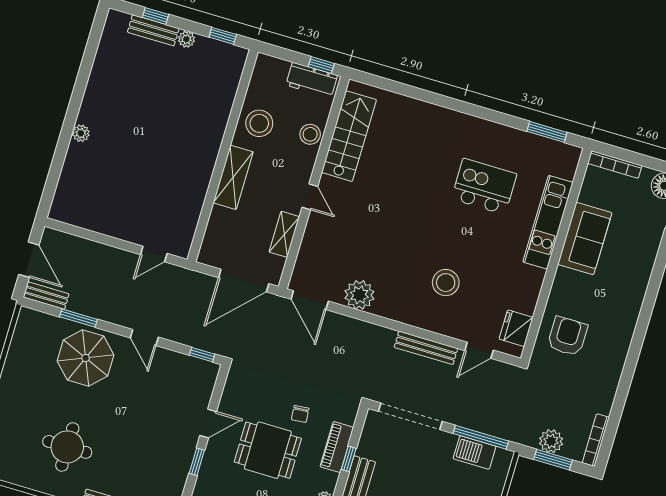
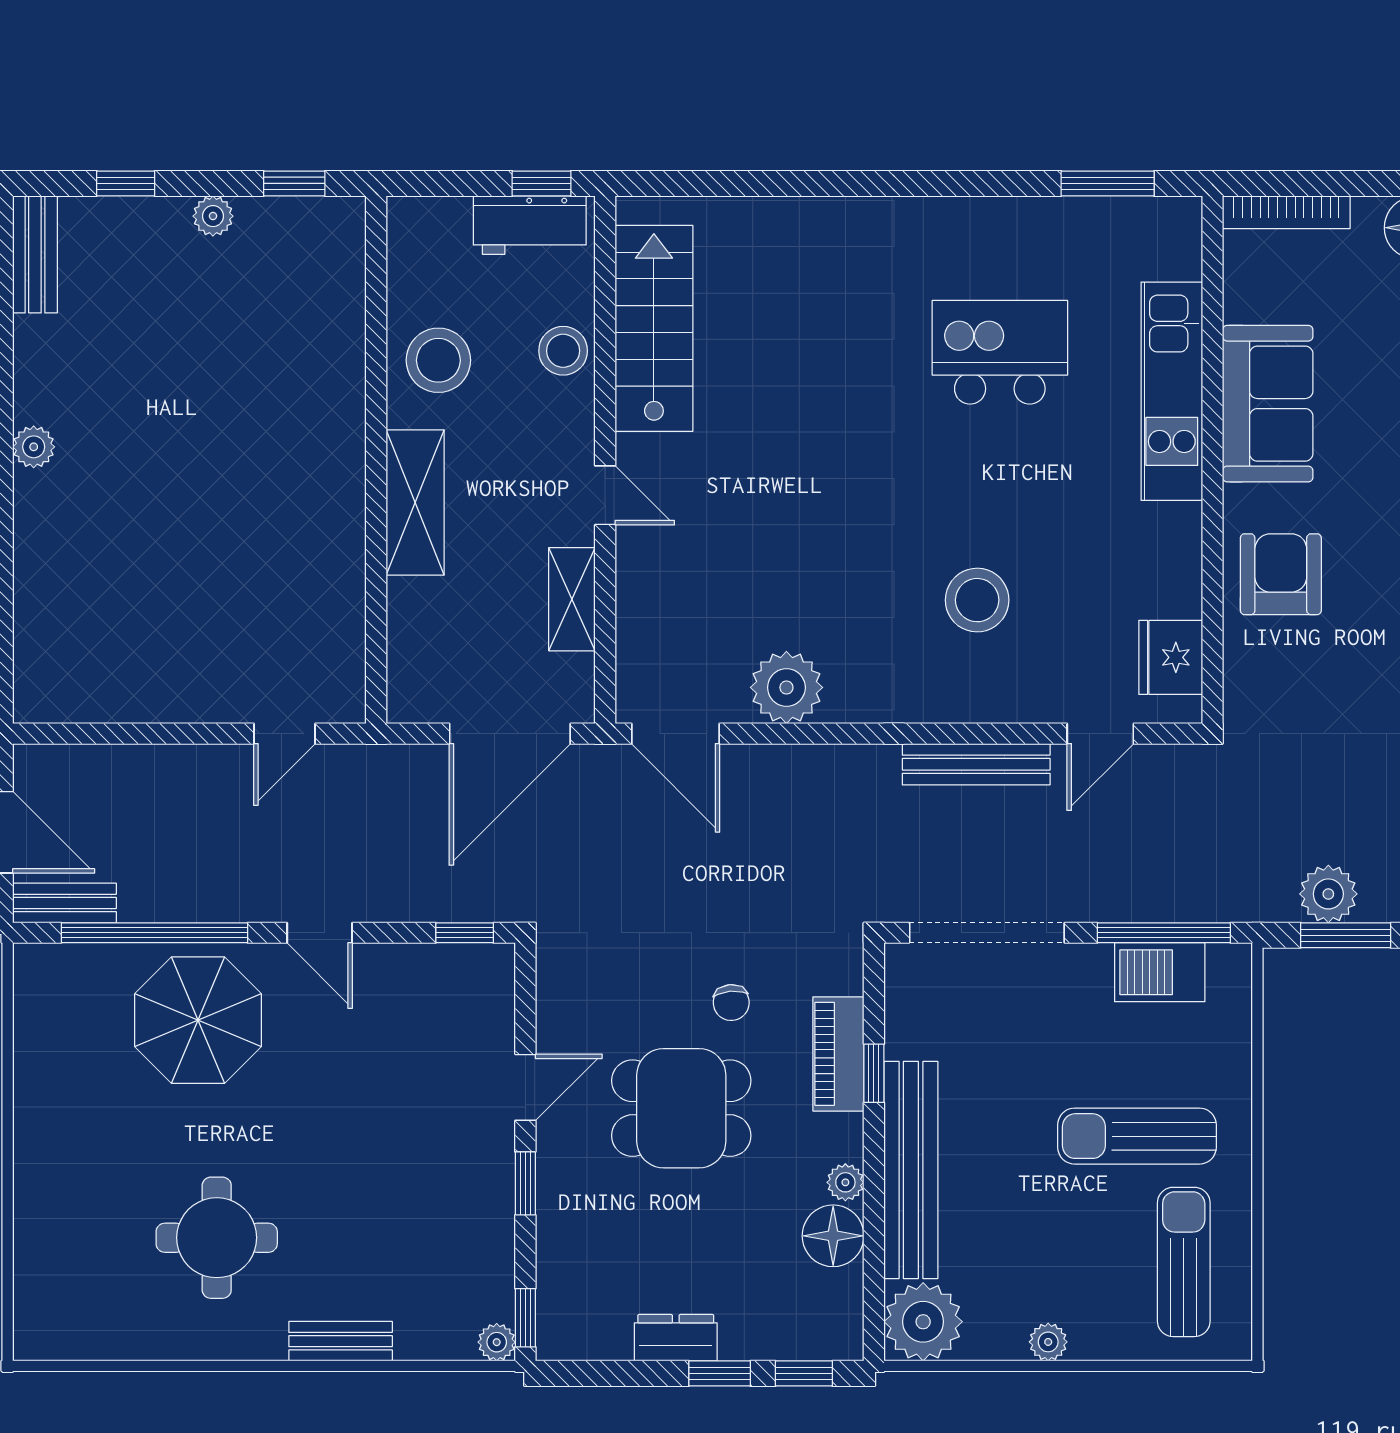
bench: (153, 30) -> (35, 254), moved, turned 90
plant: (81, 133) -> (34, 447), moved
window: (79, 318) -> (155, 933), width x2.11
armchair: (567, 336) -> (1281, 574), moved

